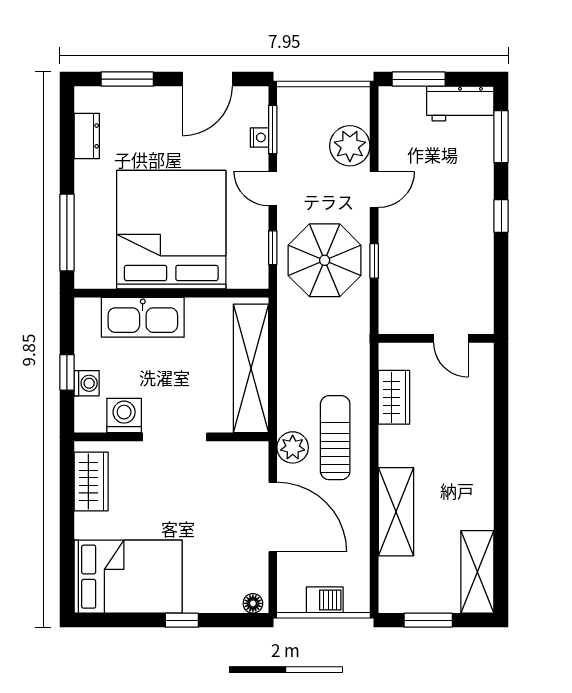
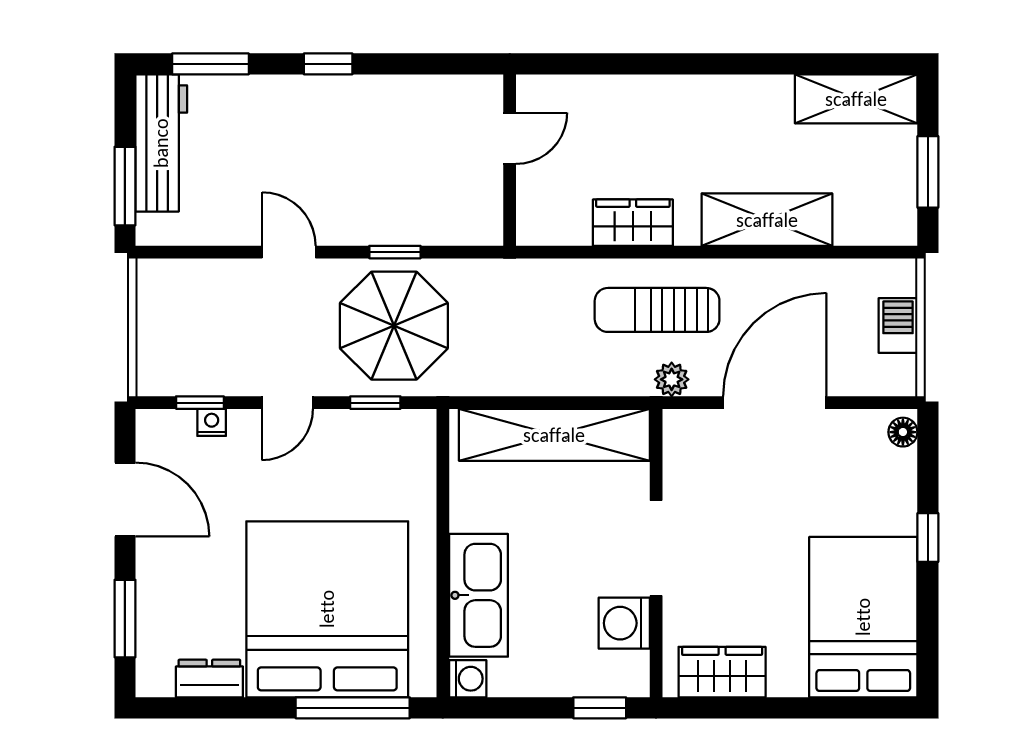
workbench: (460, 103) -> (161, 143), width x1.38
window: (273, 130) -> (200, 403), width x0.67
plant: (350, 146) -> (224, 288), removed
bed: (171, 230) -> (327, 609), moved, turned 90
window: (67, 372) -> (600, 708), moved
washing machine: (87, 383) -> (468, 679), moved, turned 90
wardrobe: (394, 397) -> (633, 223), moved
plant: (293, 447) -> (672, 379), width x0.73, depth x0.73

